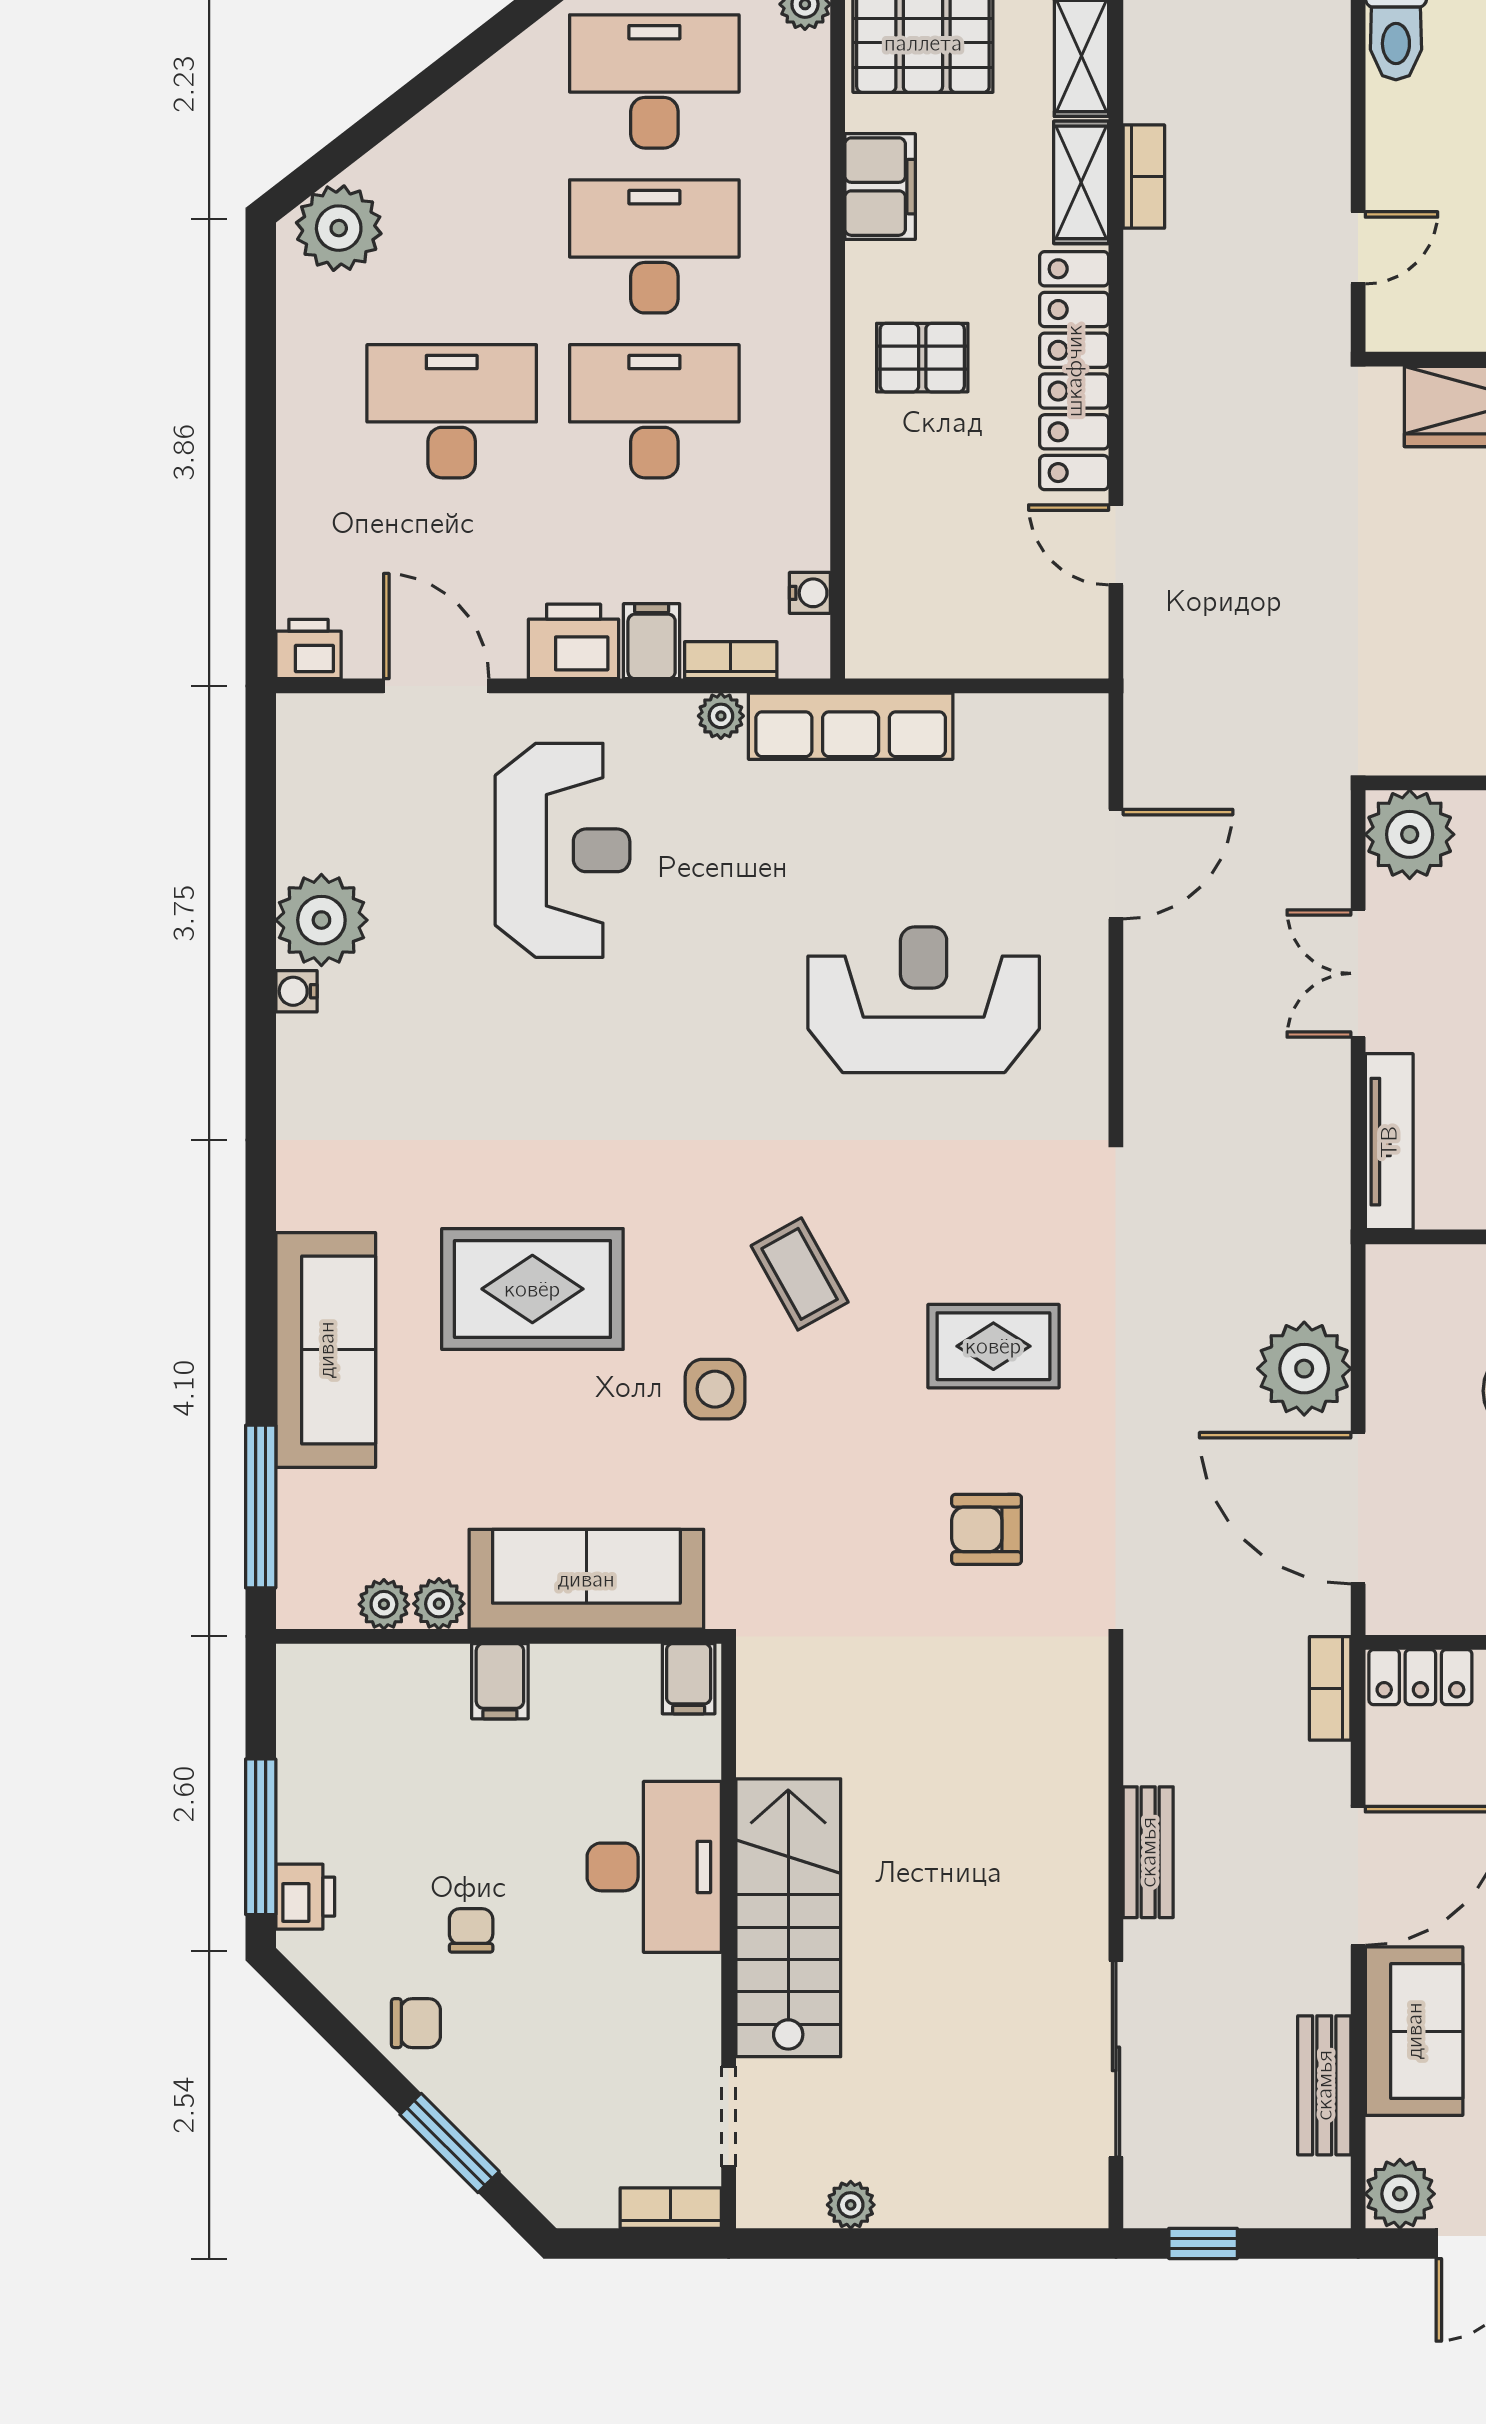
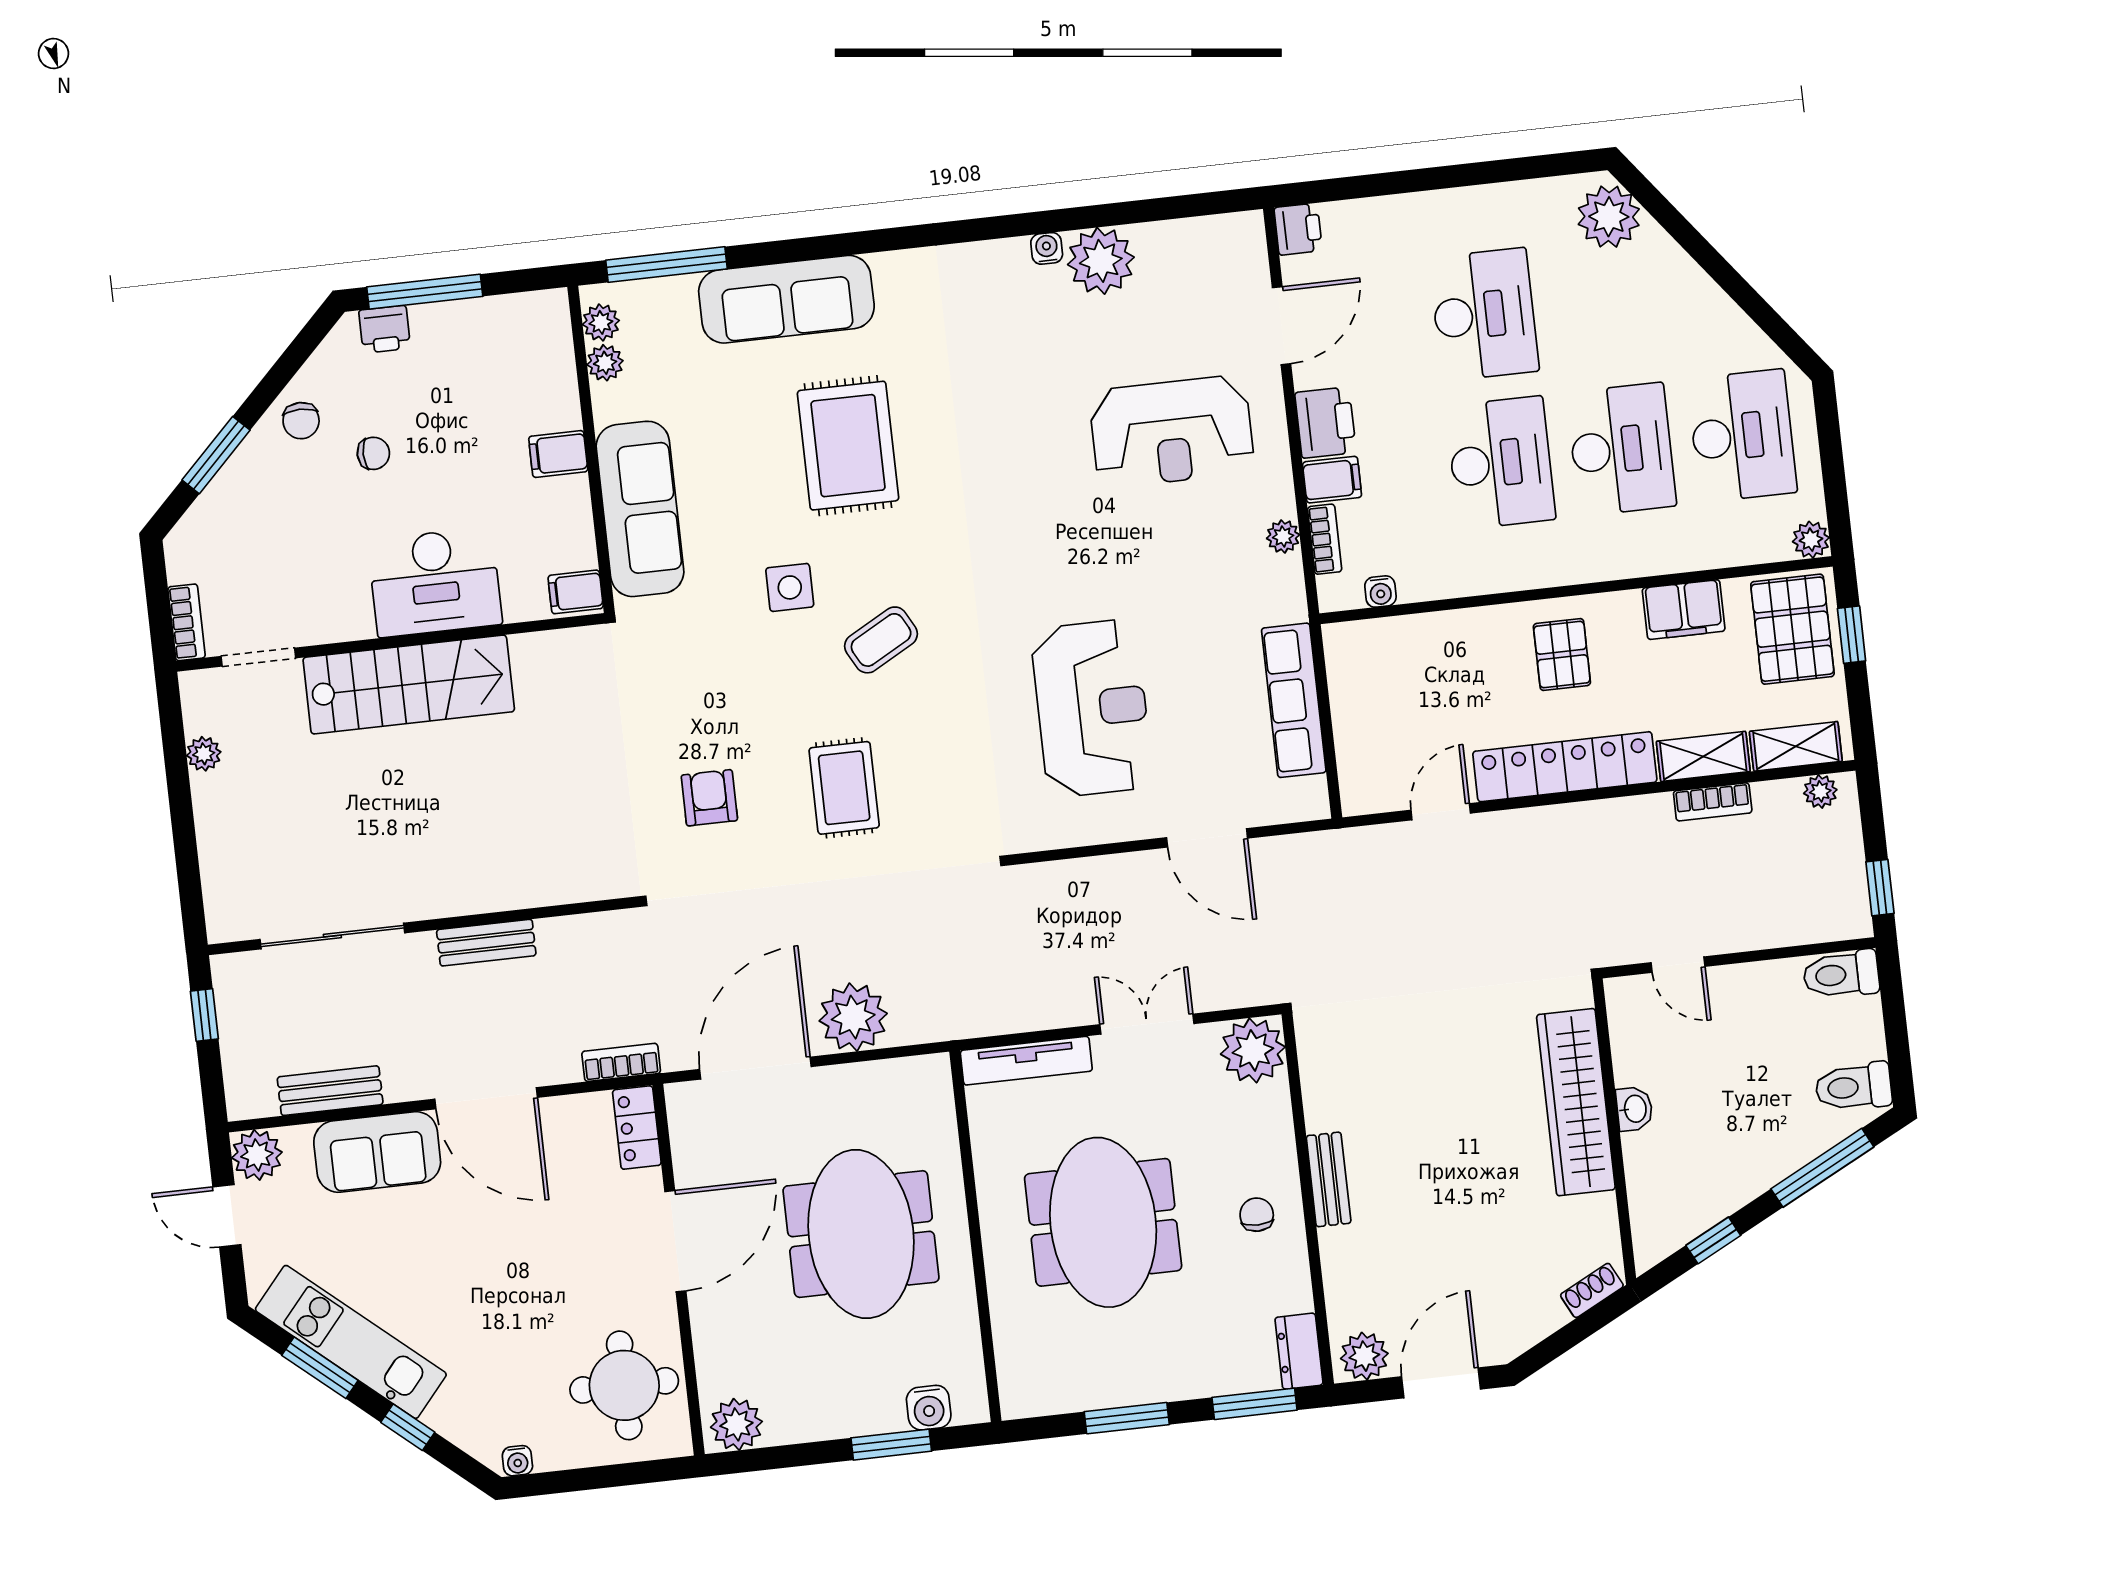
plant: (1146, 30) -> (1820, 791), added
row of seats: (851, 726) -> (1294, 700), moved
plant: (439, 1604) -> (601, 322), moved

